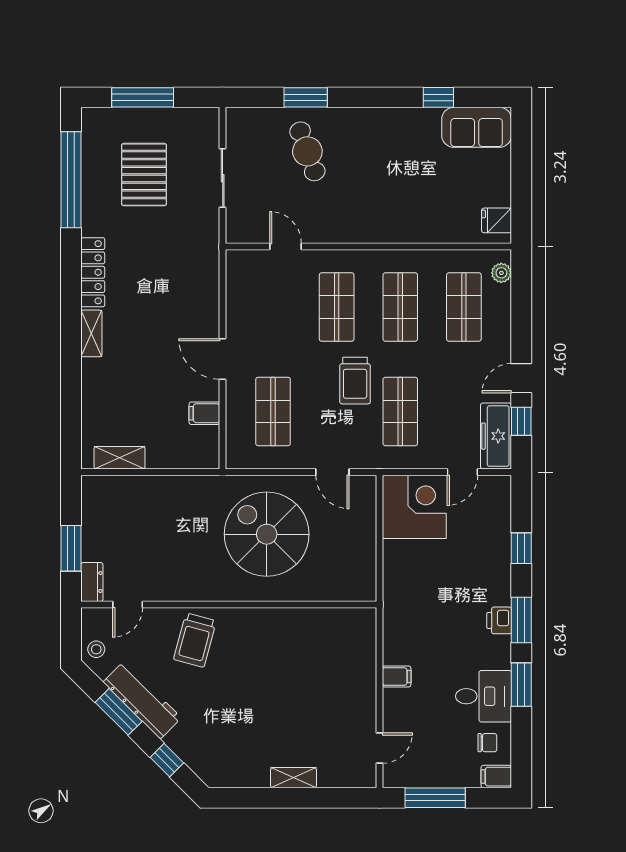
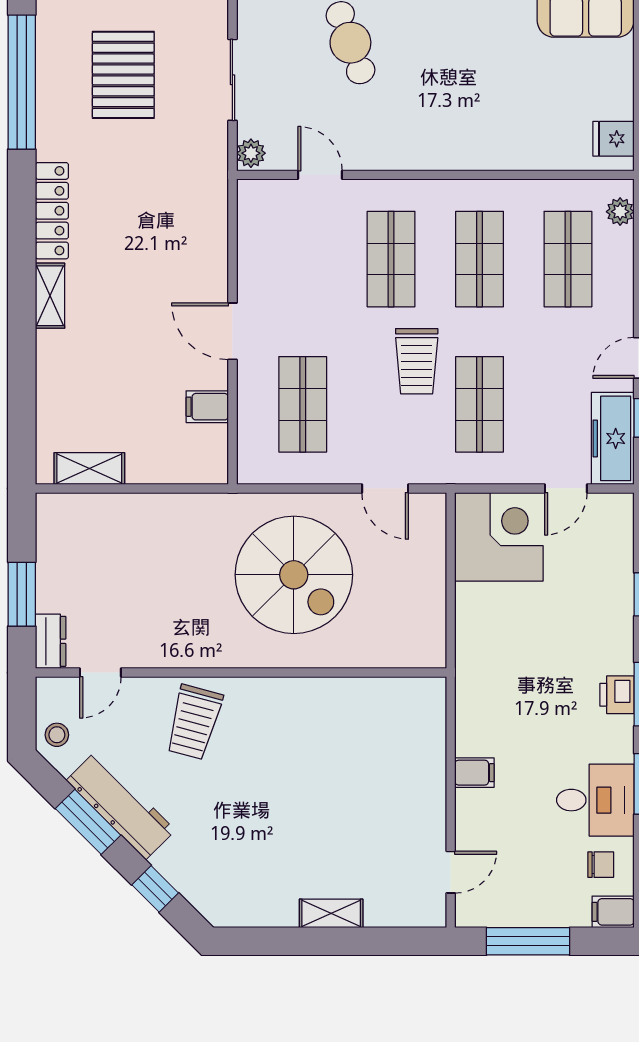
plant: (236, 231) -> (251, 153), added
spiral stairs: (267, 534) -> (294, 575), turned 180

